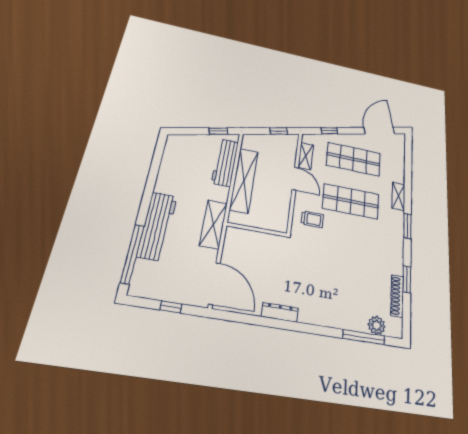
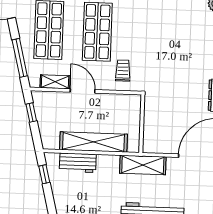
window: (329, 131) -> (20, 58), width x2.17
workbench: (225, 162) -> (78, 163), width x0.73
door: (295, 179) -> (83, 91), hinge flipped

